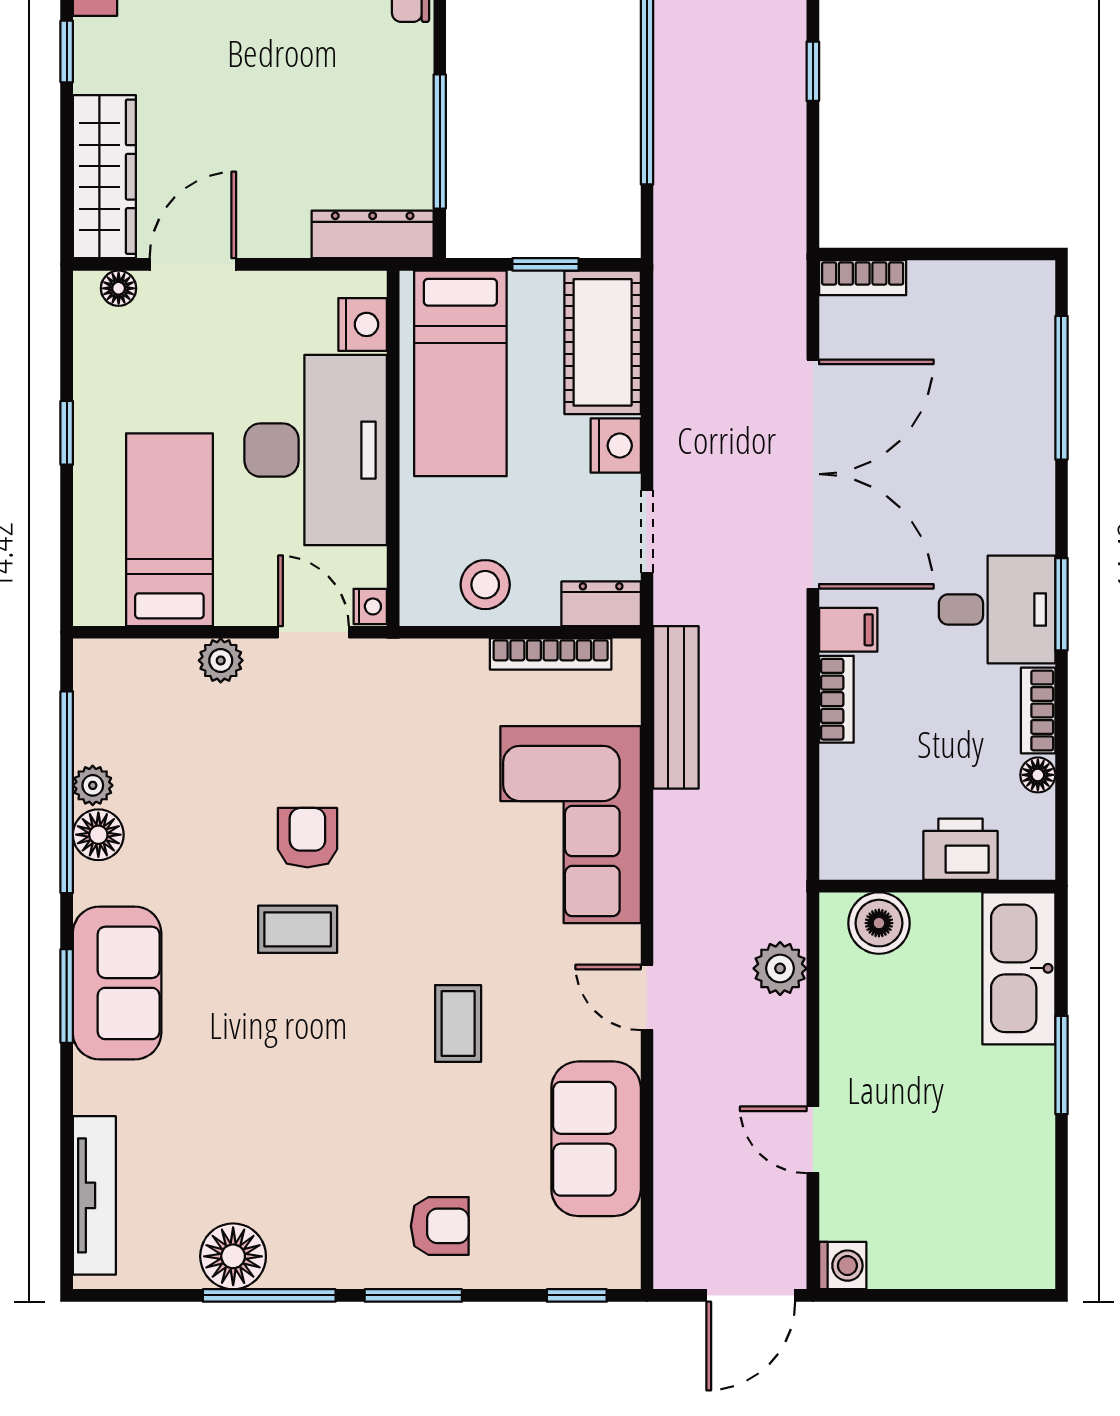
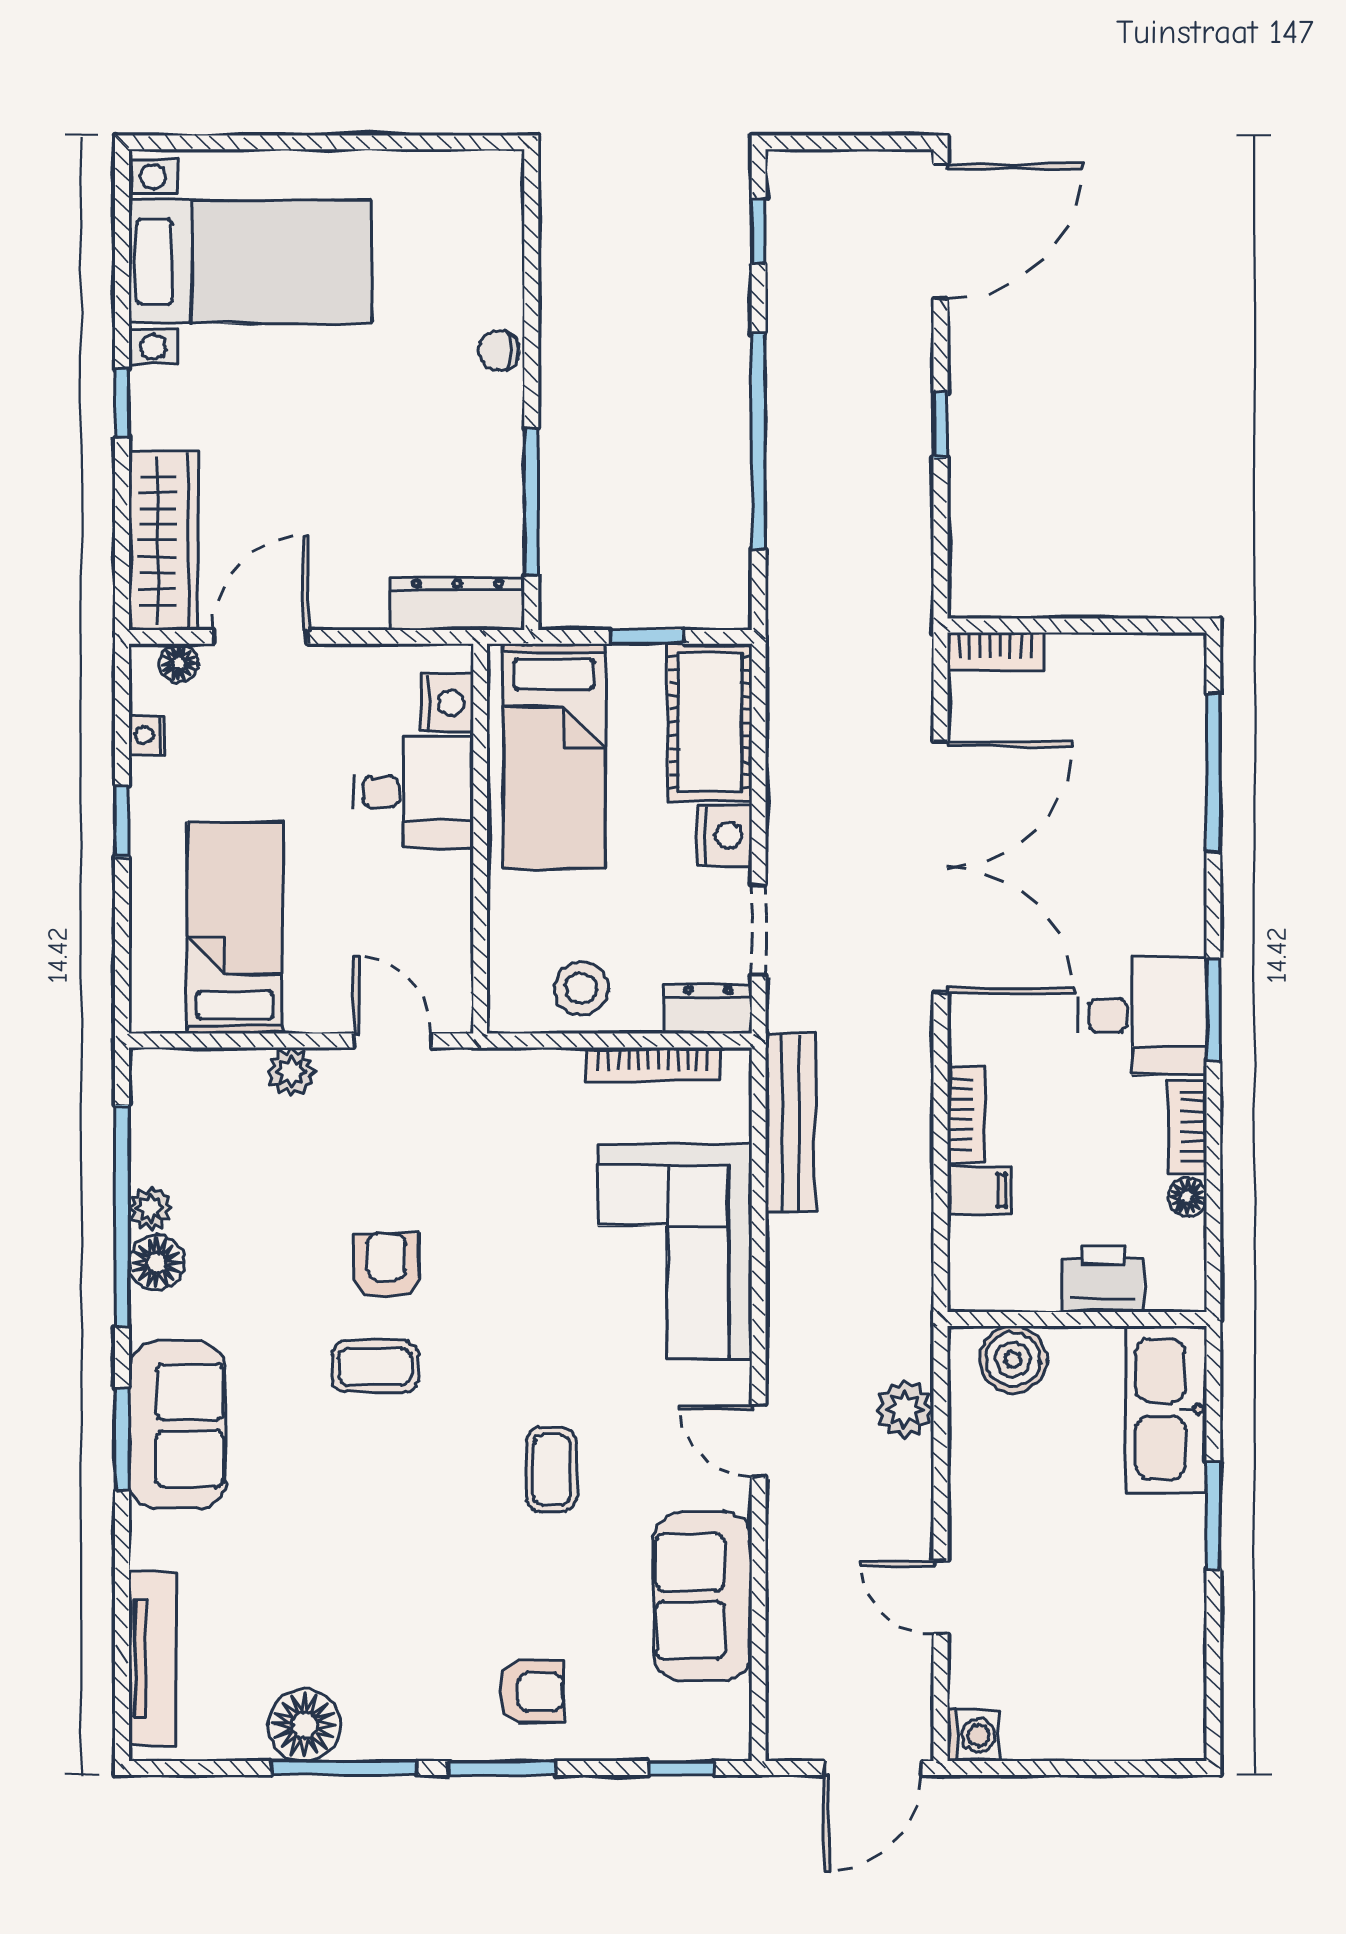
desk: (316, 450) -> (413, 792), width x0.53, depth x0.77
nightstand: (370, 606) -> (147, 735), moved, turned 180
filing cabinet: (848, 630) -> (979, 1190), moved

